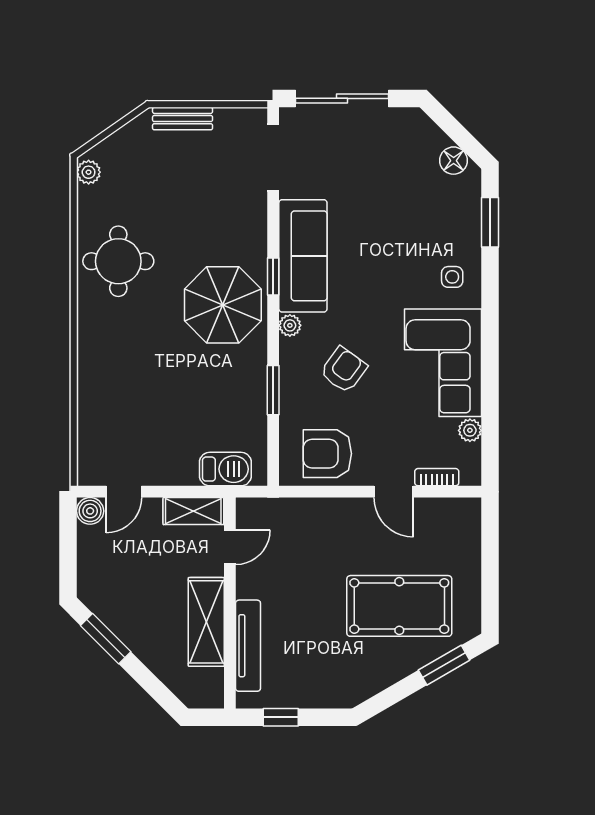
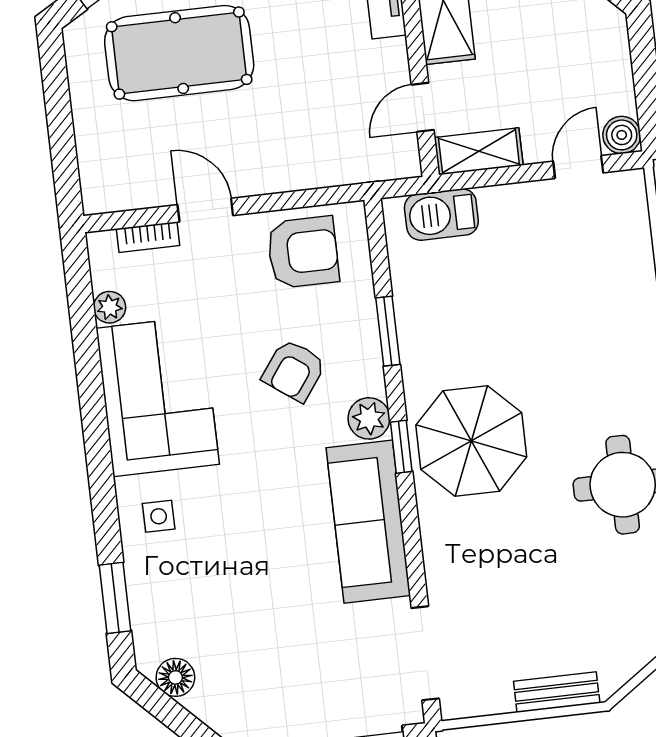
window: (273, 277) -> (401, 447), moved
plant: (290, 325) -> (369, 418), width x1.38, depth x1.38

